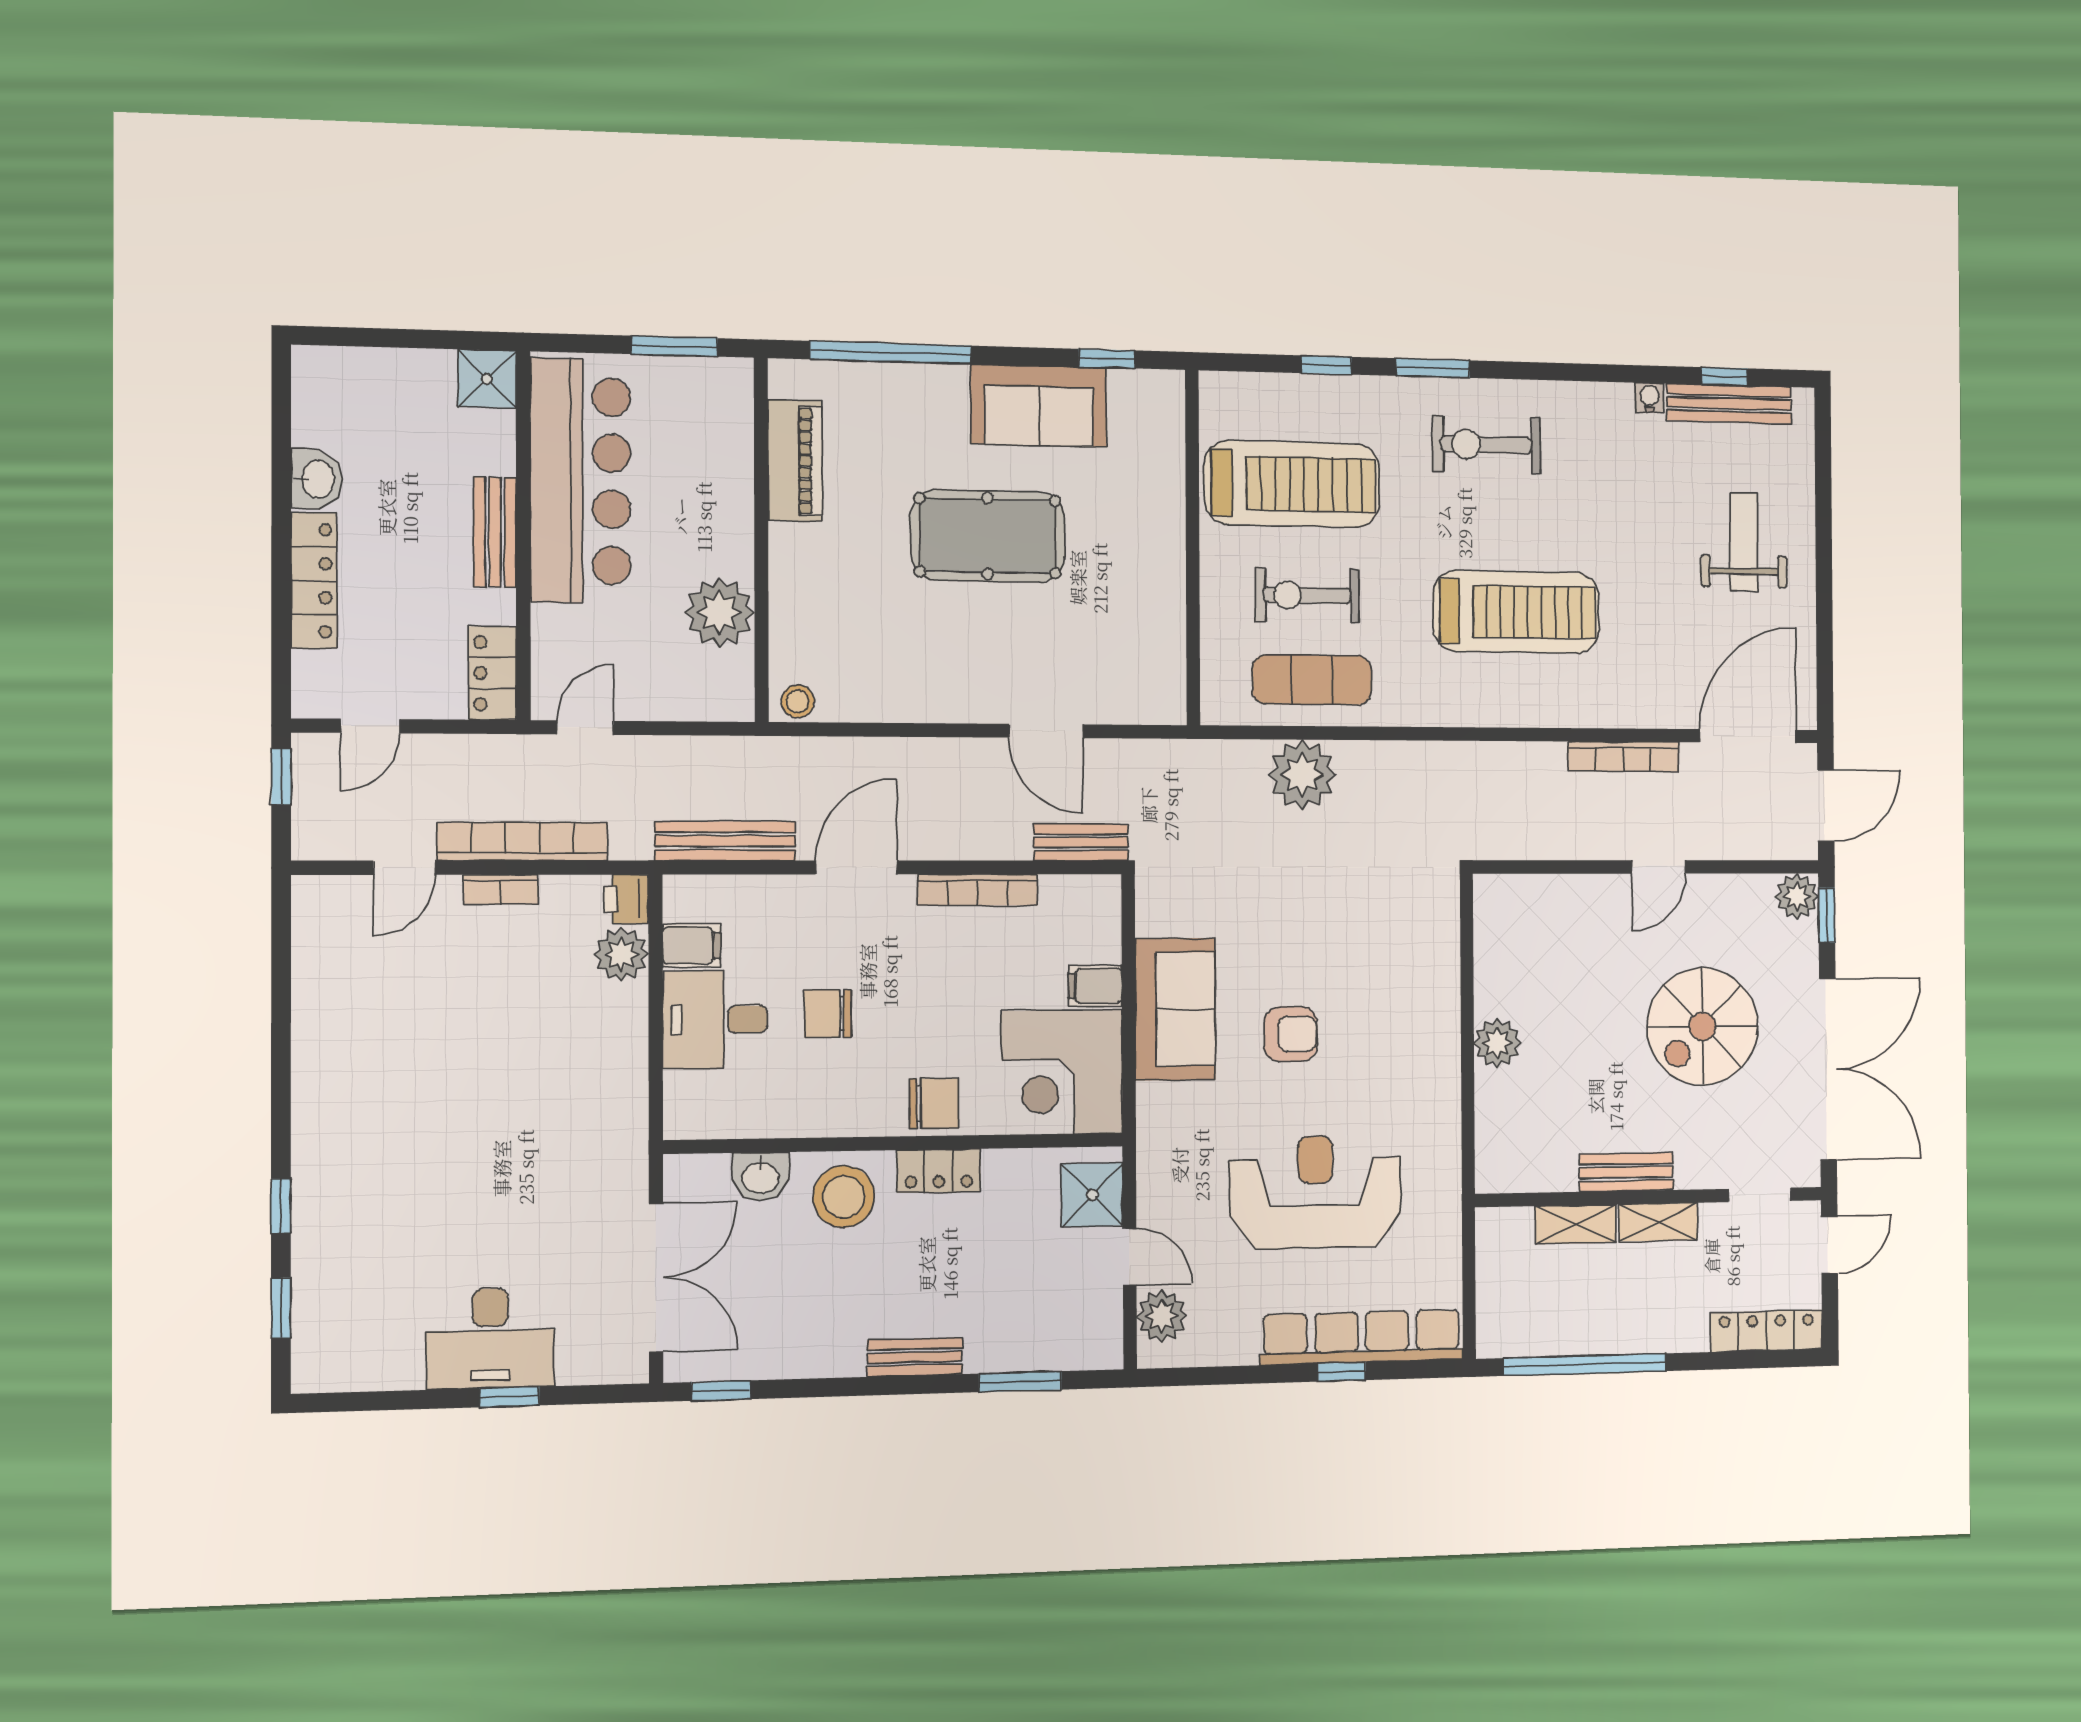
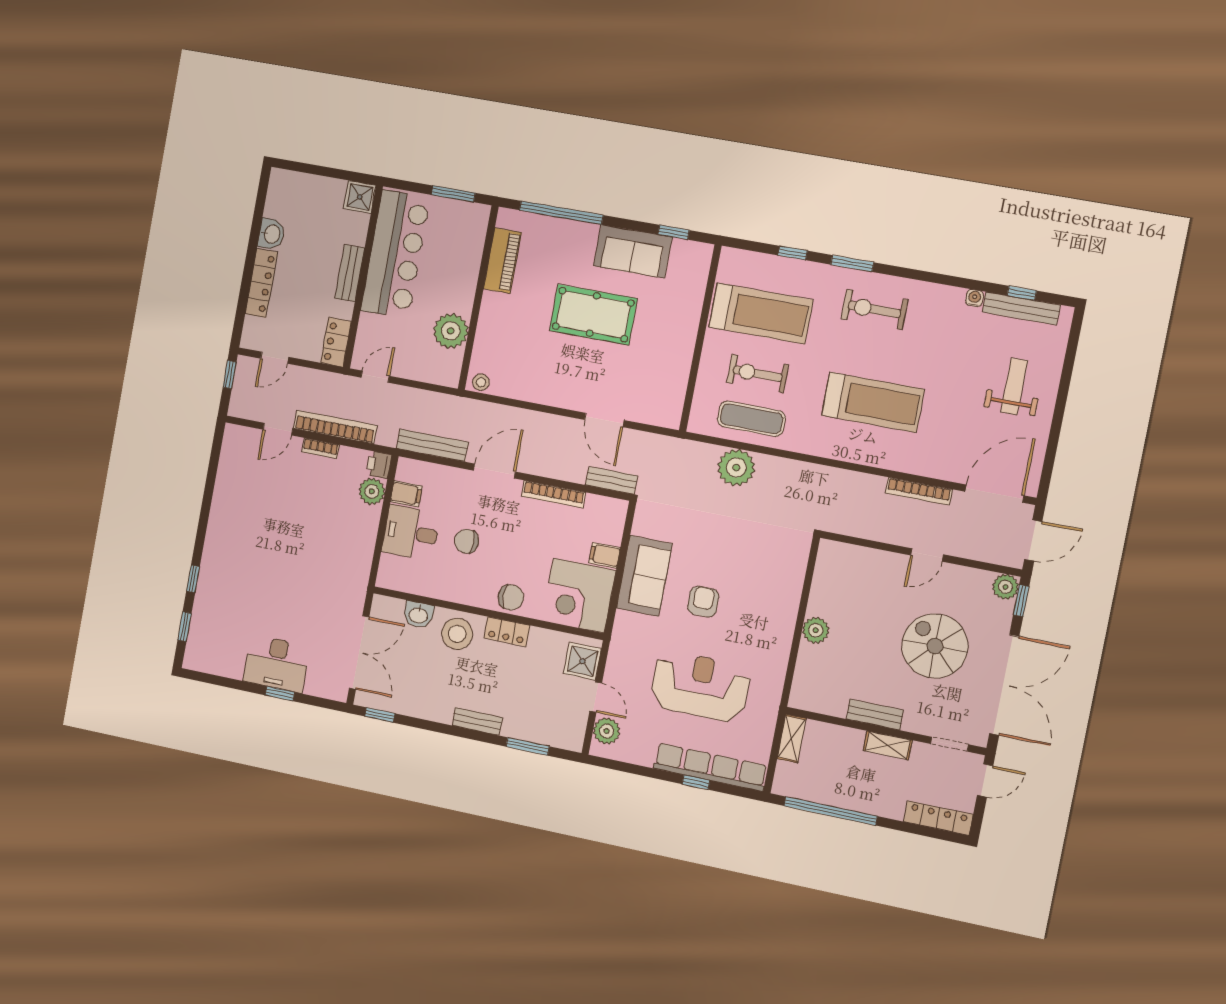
spiral stairs: (1703, 1026) -> (935, 646), turned 90
armchair: (1291, 1034) -> (703, 602), turned -90
shelving: (1576, 1224) -> (792, 738), moved, turned 90

